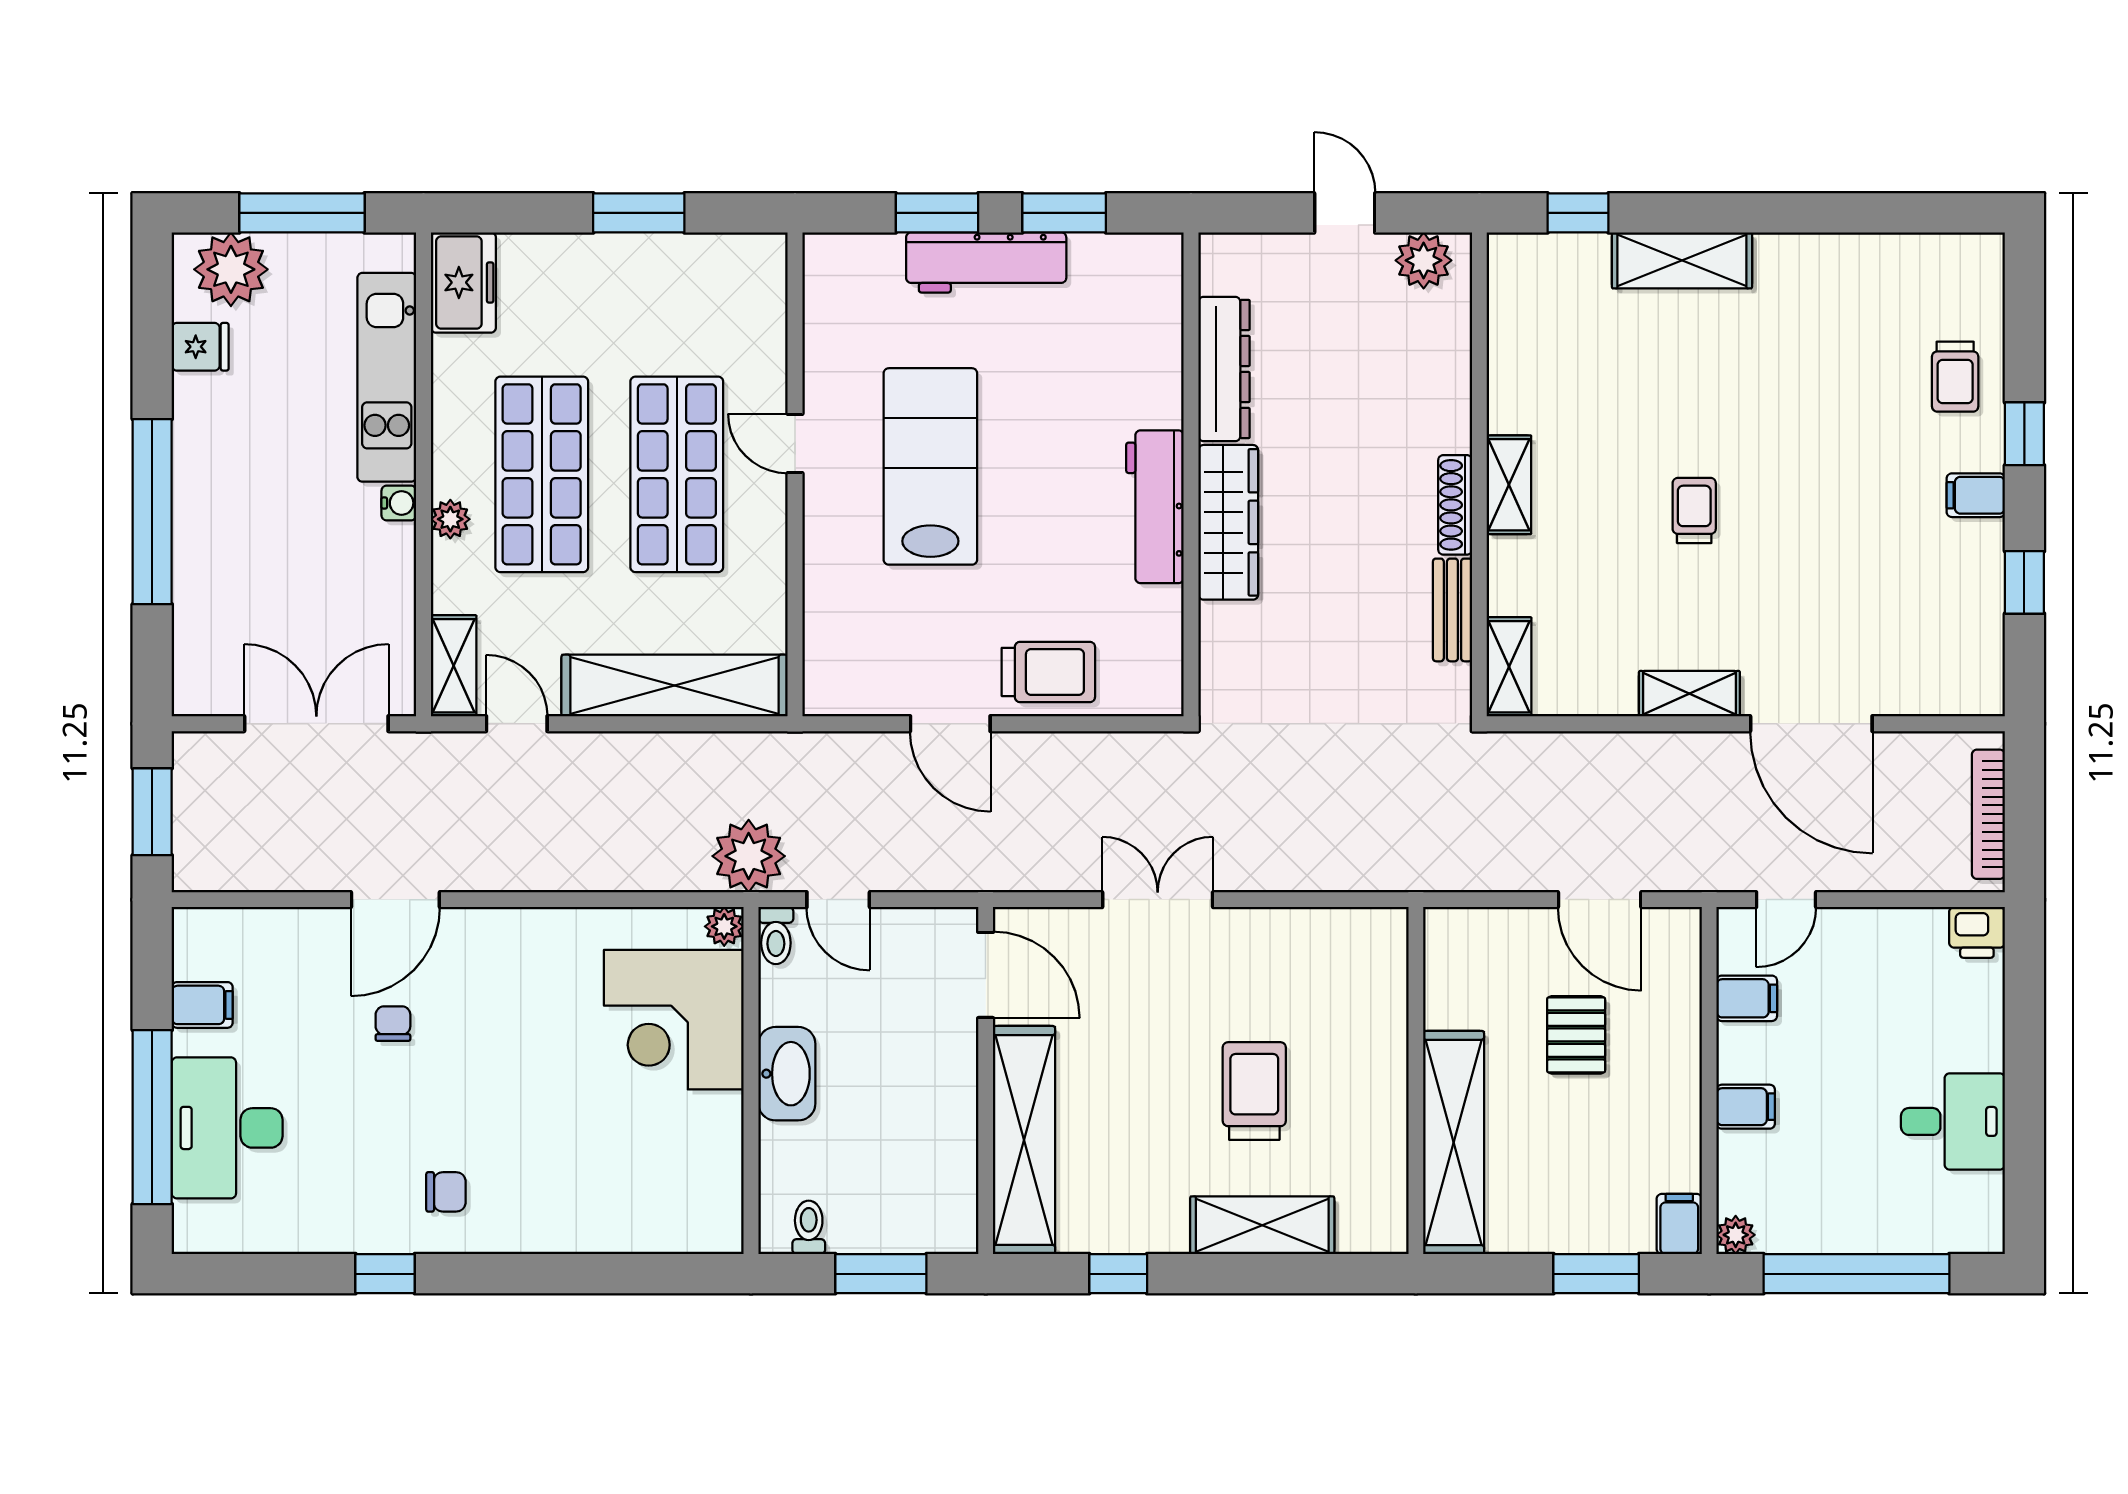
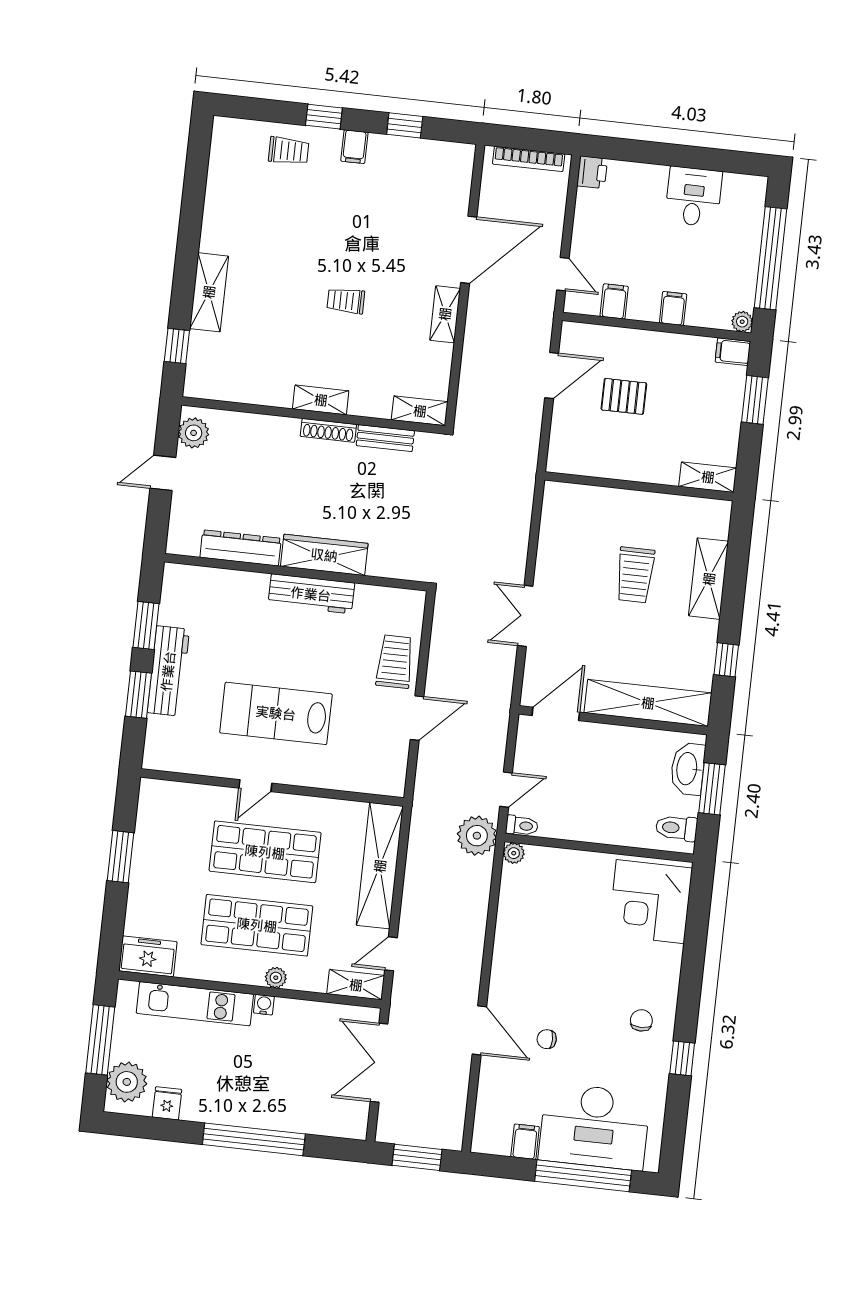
corner desk: (674, 1020) -> (650, 902), moved, turned 90
washbasin: (787, 1074) -> (688, 769), moved, turned -90
trolley: (1254, 1091) -> (635, 575), turned -90
desk: (227, 1128) -> (594, 1127), width x1.36, depth x1.30
shelving: (1454, 1142) -> (708, 477), width x0.45, depth x0.75
toilet: (809, 1227) -> (676, 828), width x1.37, depth x1.39

